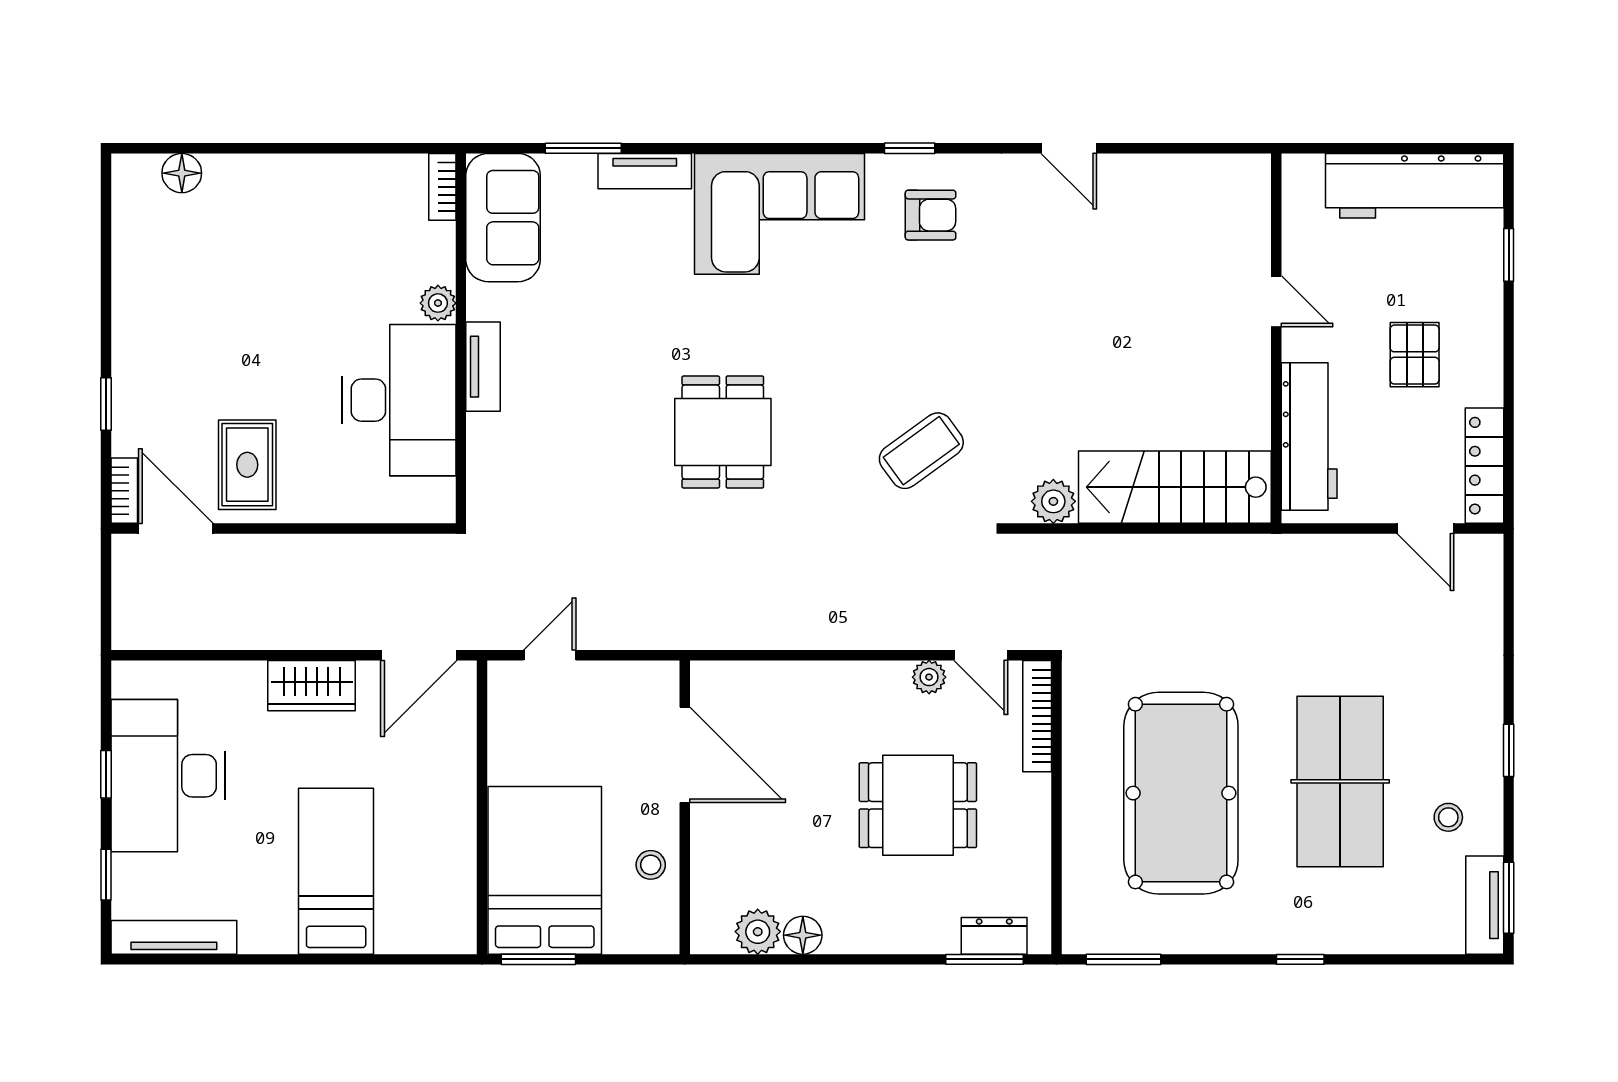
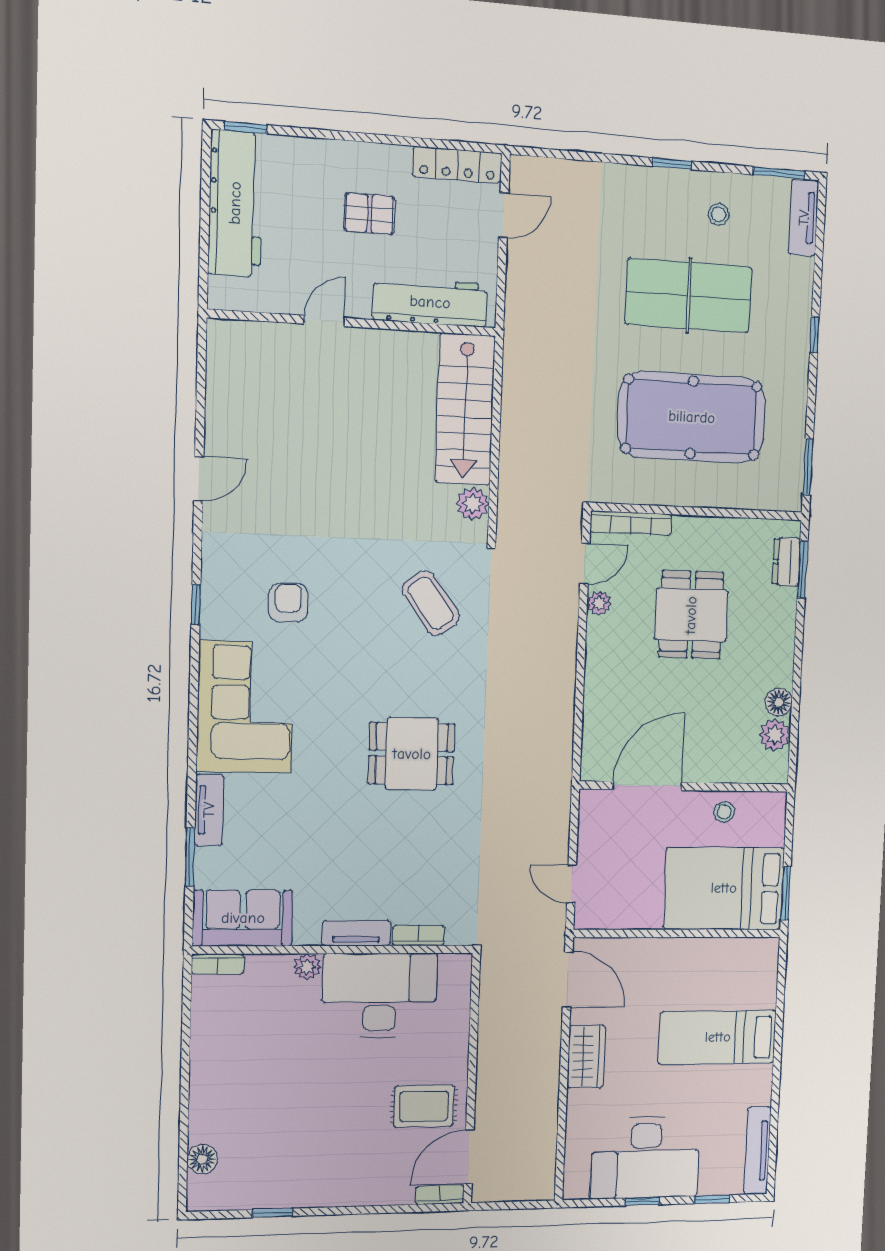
armchair: (931, 215) -> (288, 603), moved
window: (1509, 255) -> (246, 128), moved
window: (106, 404) -> (273, 1213), moved
bookcase: (480, 449) -> (418, 935), added
tv unit: (1485, 905) -> (804, 218), moved, turned 90

